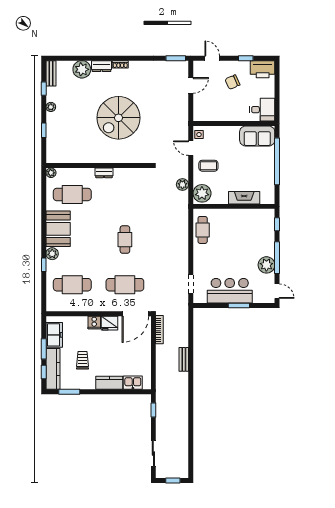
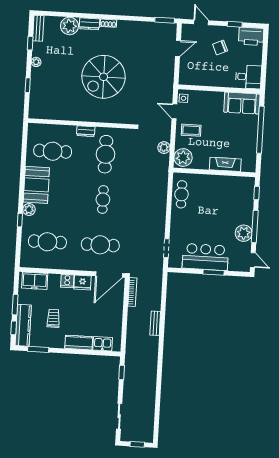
plant: (51, 173) -> (33, 128), removed
cafe table: (125, 194) -> (106, 154), added
freezer: (54, 335) -> (35, 281), moved, turned 90

